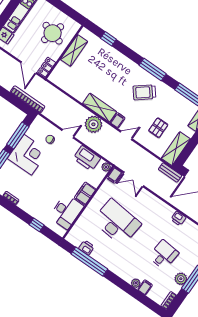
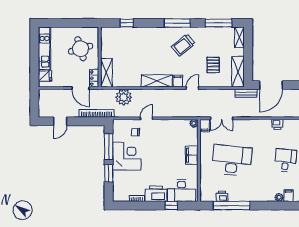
round table: (53, 33) -> (80, 49), turned -32
shelving: (74, 51) -> (106, 73), moved
plant: (93, 124) -> (124, 97), moved
printer: (87, 158) -> (156, 194), moved, turned 180
desk: (66, 212) -> (182, 191), moved, turned 90

